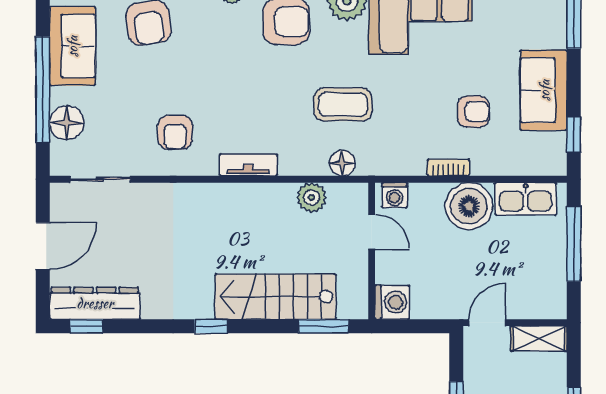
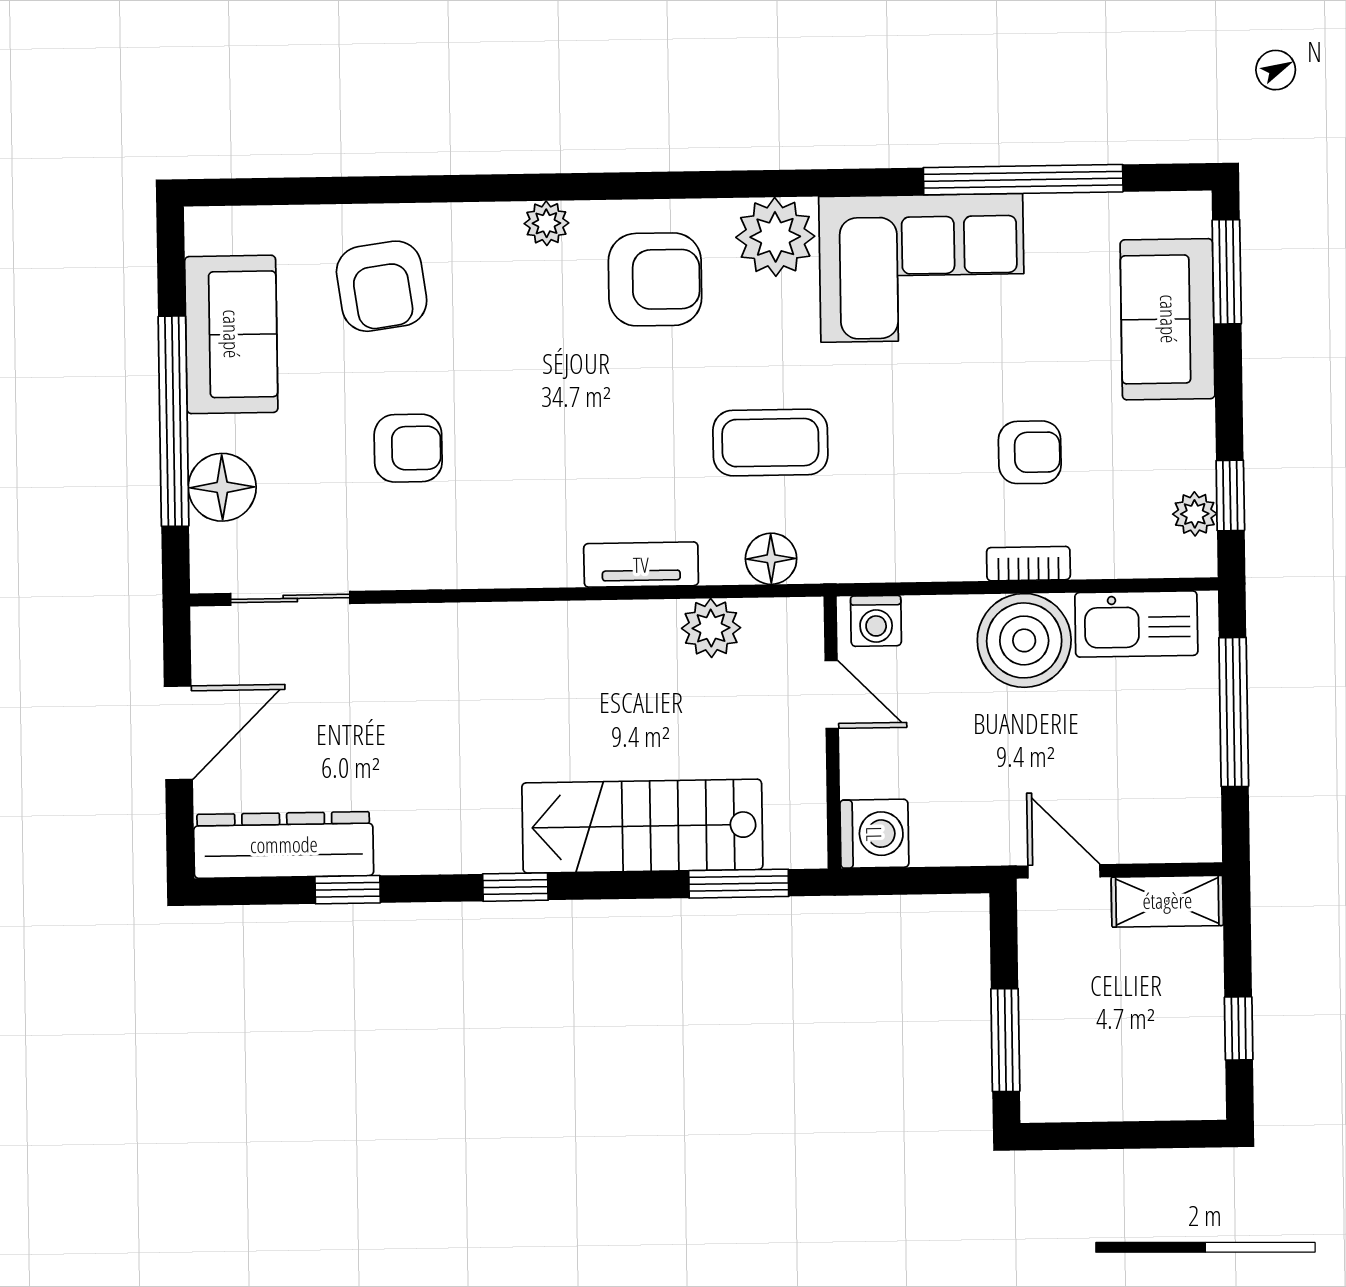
sofa: (544, 90) -> (1168, 319), moved
armchair: (175, 132) -> (408, 448), moved, turned -90
plant: (556, 144) -> (1195, 514), added
tv unit: (248, 165) -> (641, 565), moved
bookcase: (448, 168) -> (1028, 564), moved
door: (487, 323) -> (1064, 871), hinge flipped
window: (86, 326) -> (348, 890), moved

